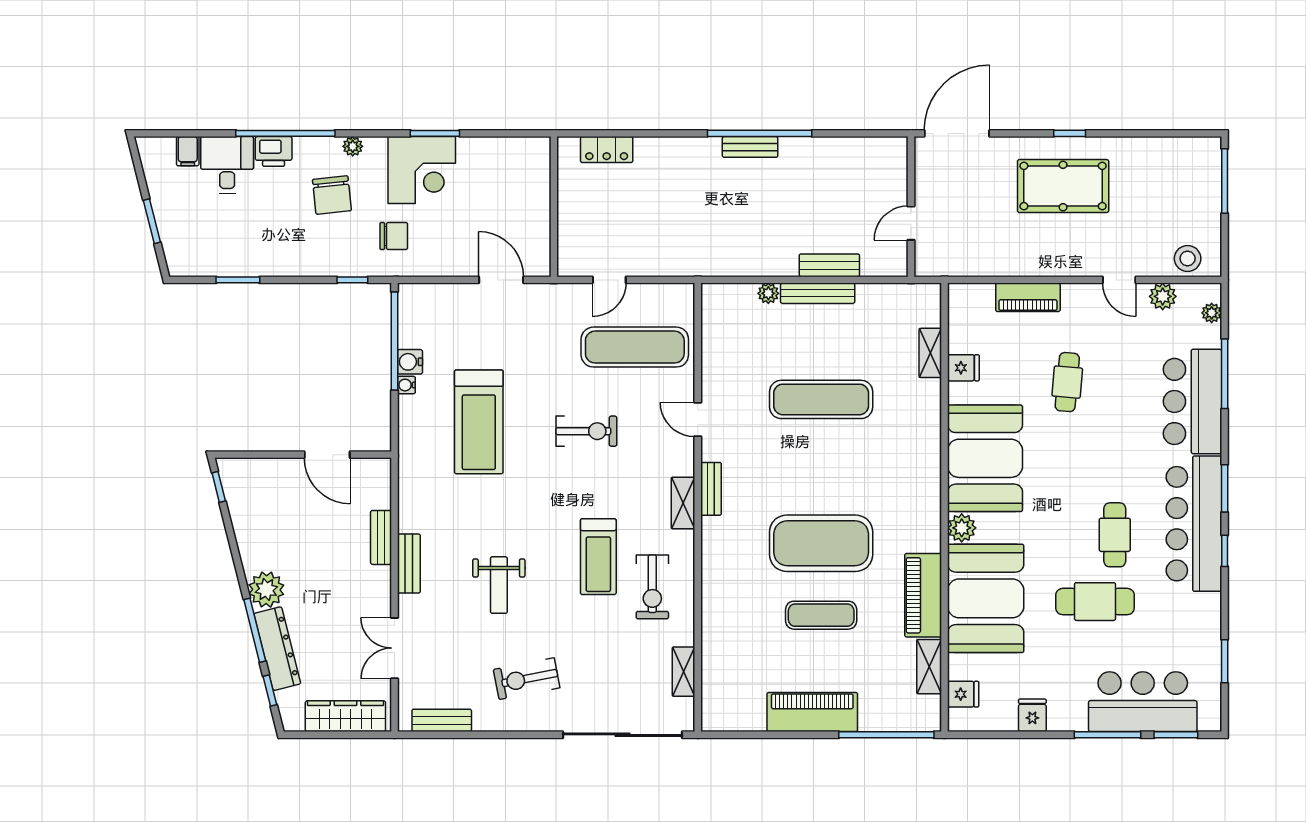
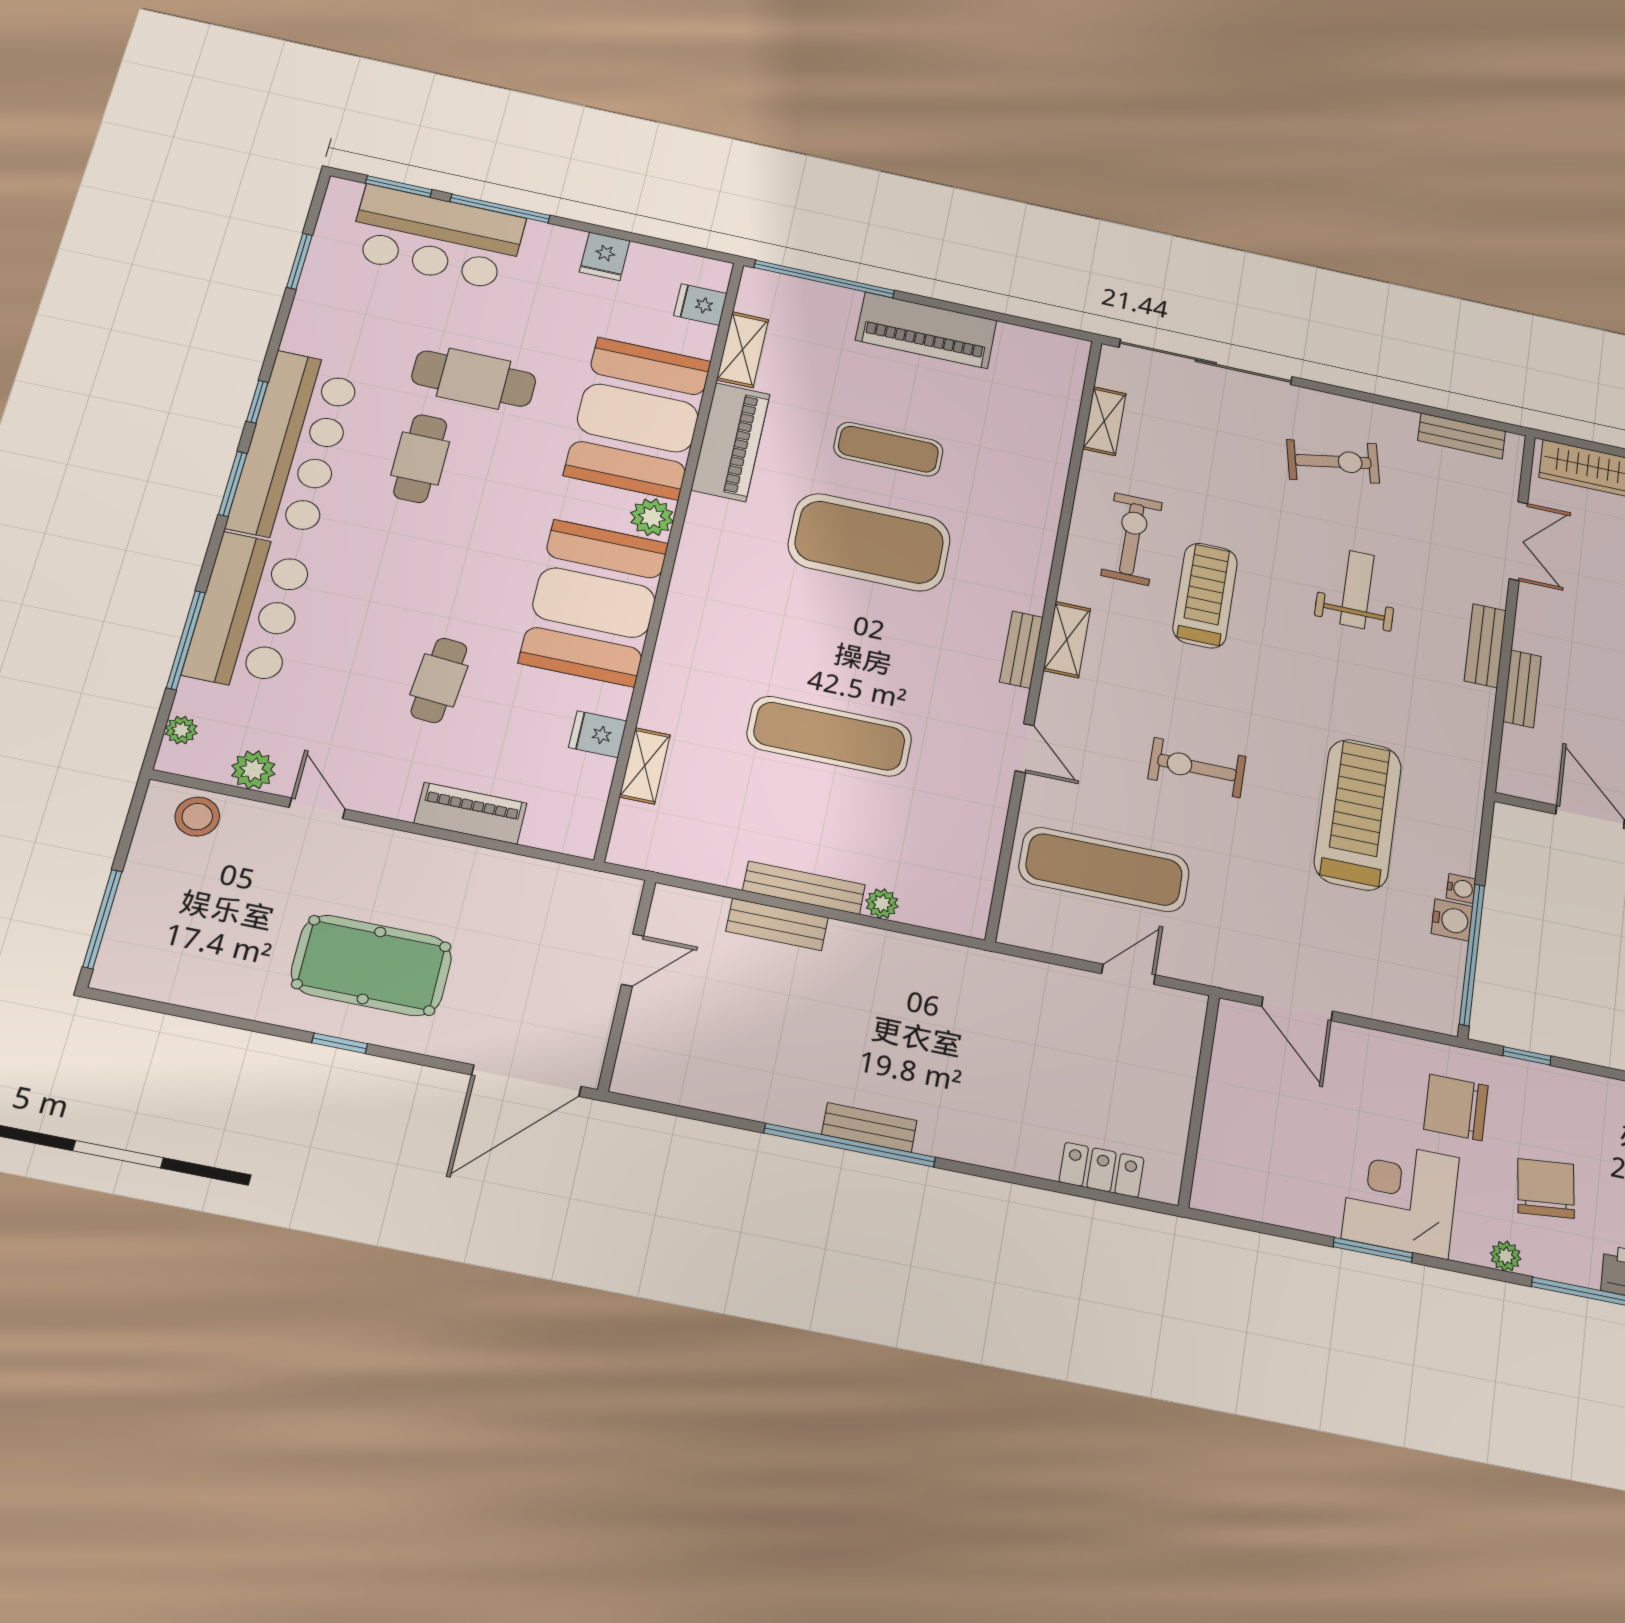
chair: (394, 236) -> (1456, 1107), width x1.37, depth x1.37

